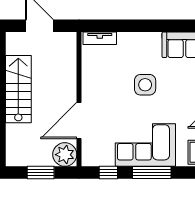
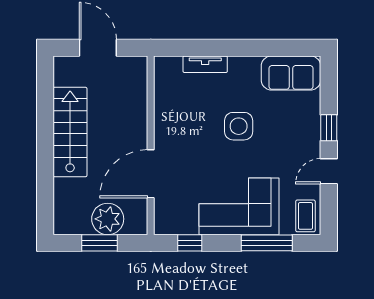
tv unit: (100, 38) -> (205, 64), moved
plant: (65, 155) -> (108, 219), moved
window: (152, 173) -> (267, 243), moved

